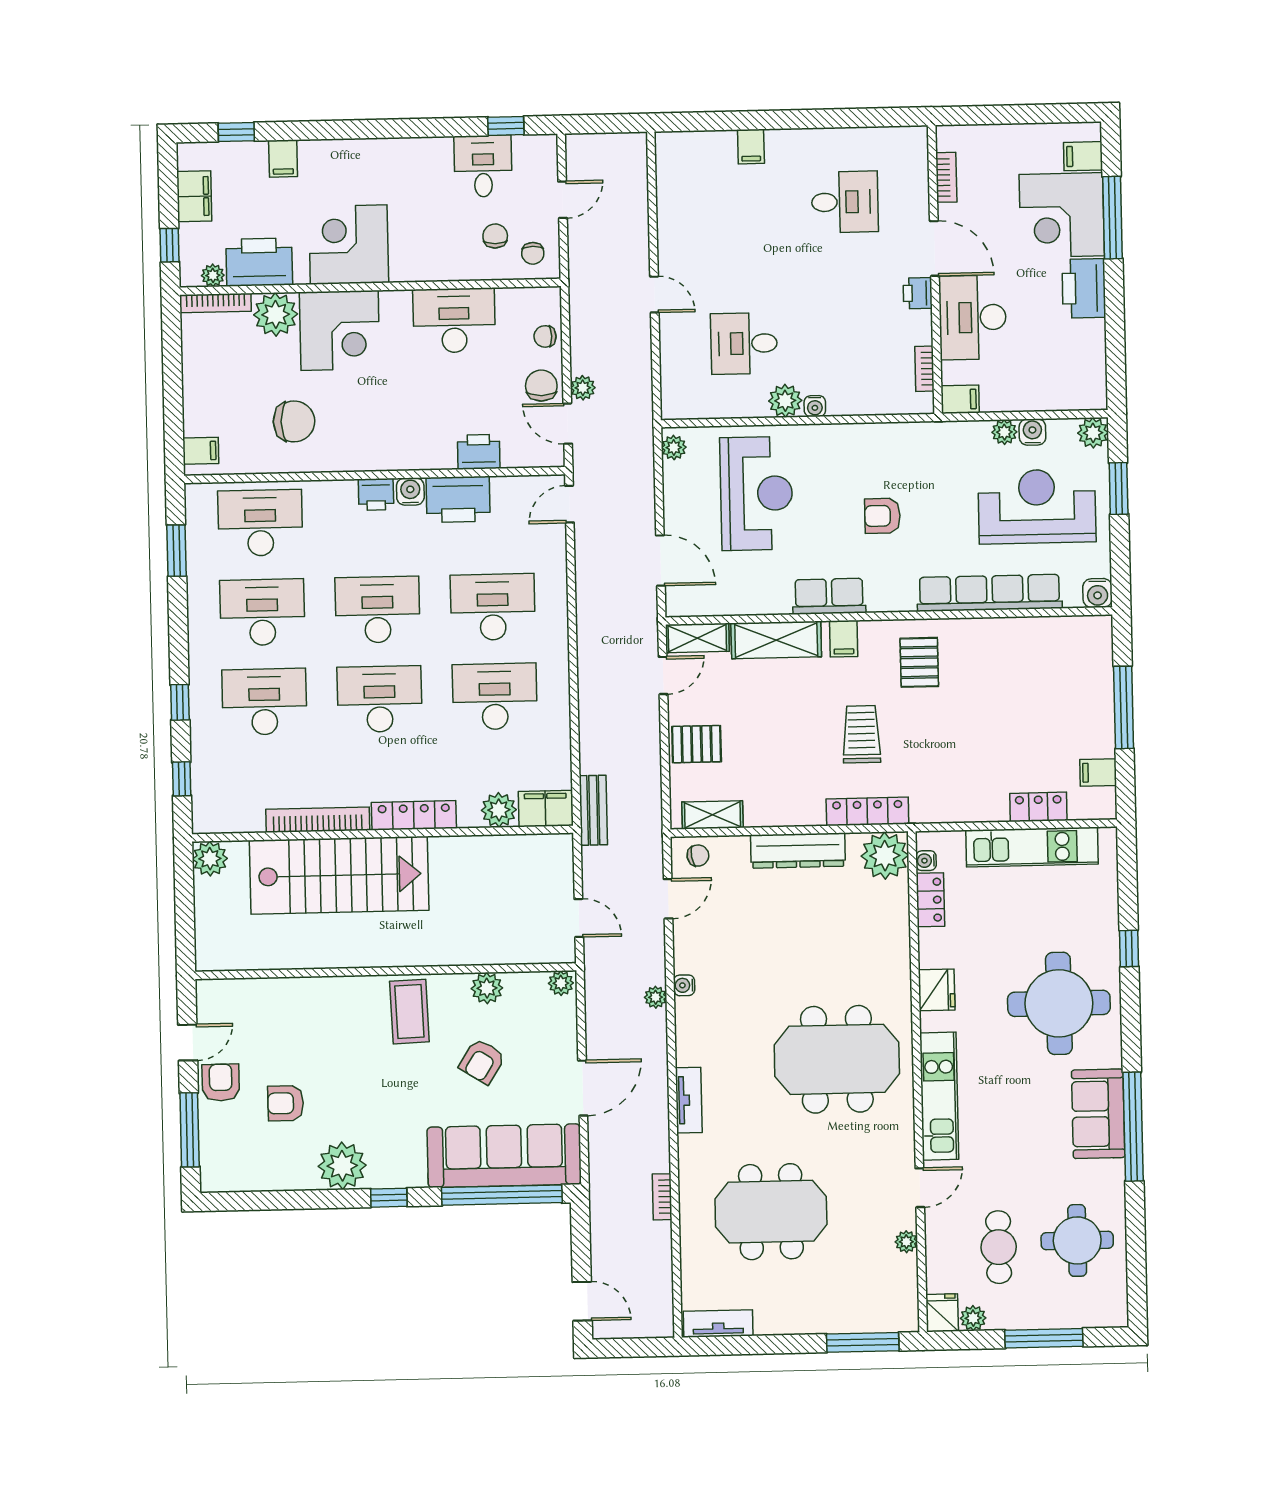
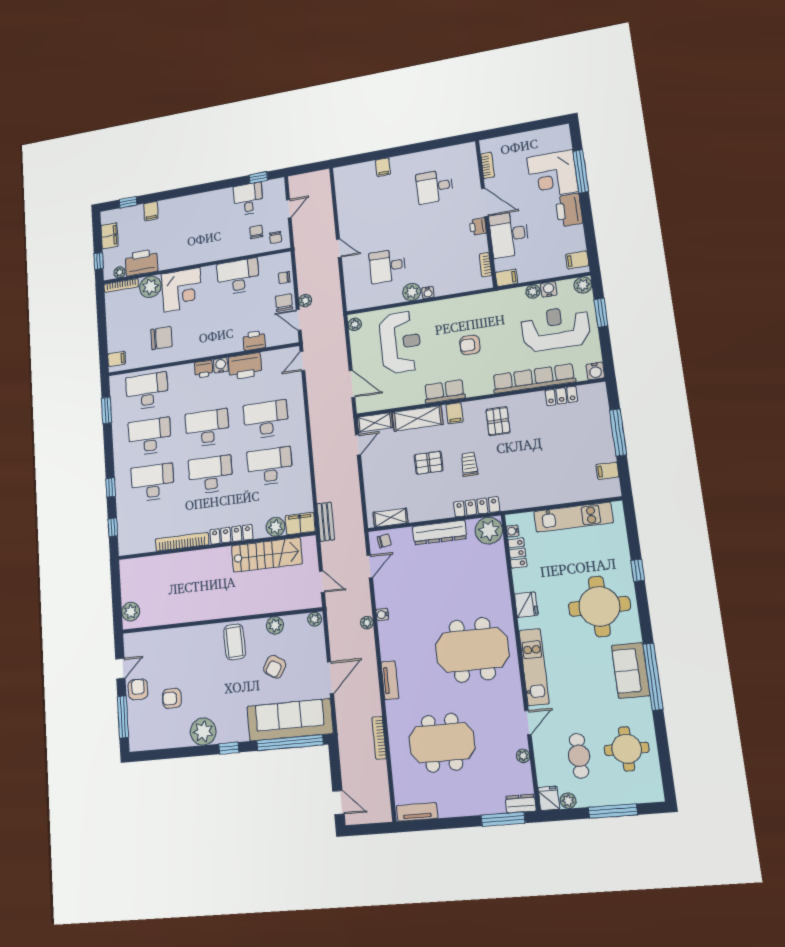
filing cabinet: (1083, 156) -> (577, 260), moved
desk: (845, 202) -> (435, 187), turned 180
corner desk: (349, 245) -> (184, 247), removed
trolley: (861, 734) -> (469, 464), width x0.73, depth x0.72
pallet: (697, 744) -> (429, 463), moved
locker: (1038, 807) -> (561, 396), moved, turned 180
plant: (210, 859) -> (131, 612), moved
stairs: (339, 875) -> (267, 555), moved, width x0.73, depth x0.66
bookcase: (662, 1197) -> (379, 738), width x1.56
dresser: (895, 1319) -> (521, 804), added

